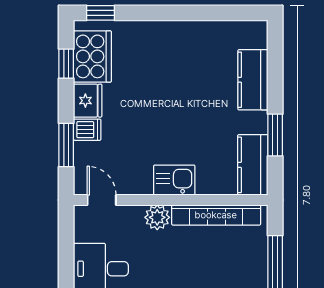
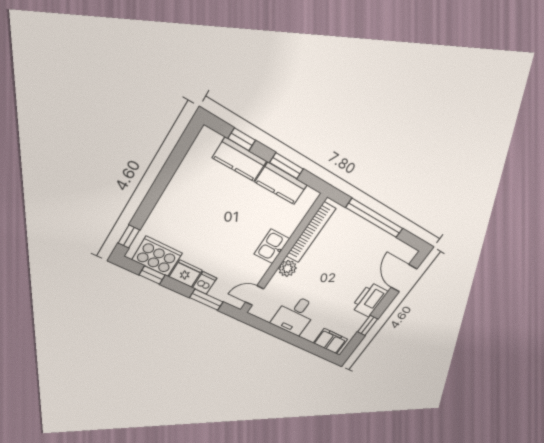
window: (275, 69) -> (242, 139), added
kitchen counter: (253, 165) -> (281, 184), moved

